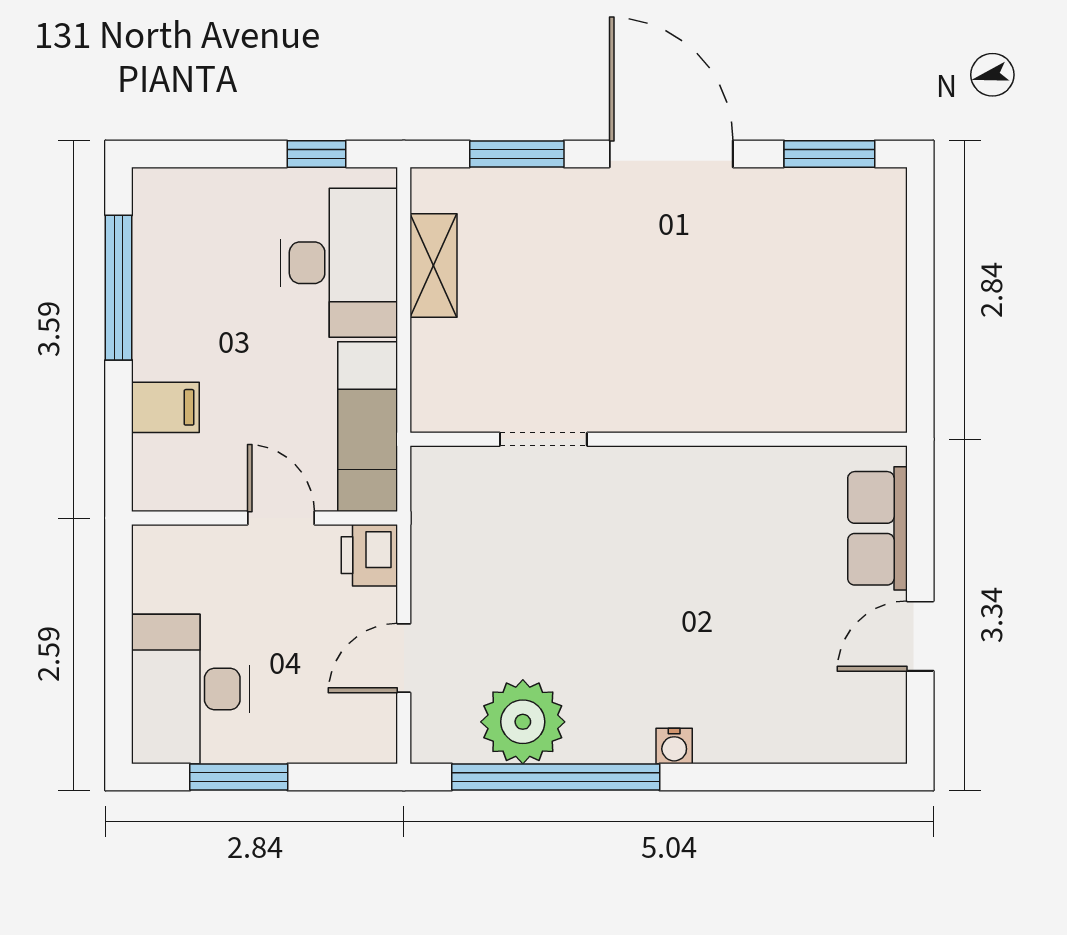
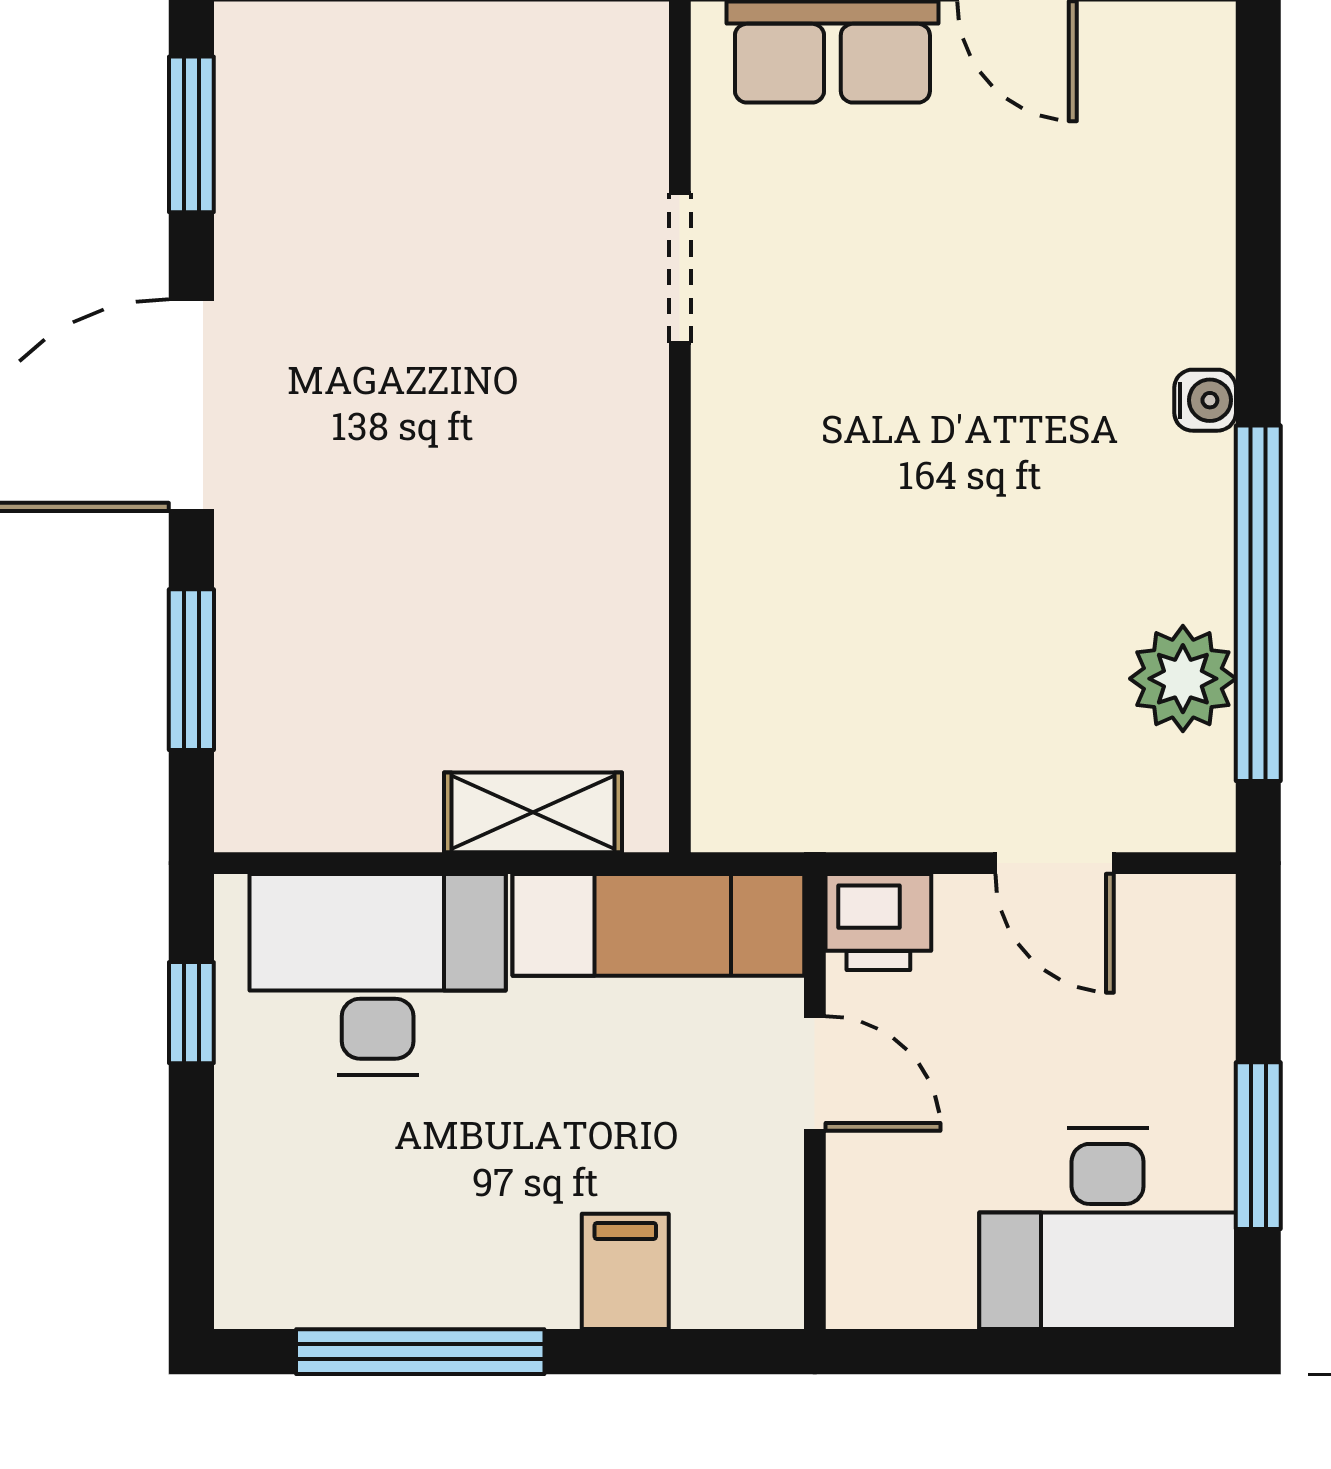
shelving: (433, 265) -> (533, 812), moved
doorway: (543, 439) -> (680, 268), moved
door: (281, 518) -> (815, 1073), swing flipped
plant: (523, 722) -> (1183, 679), width x0.73, depth x0.73

